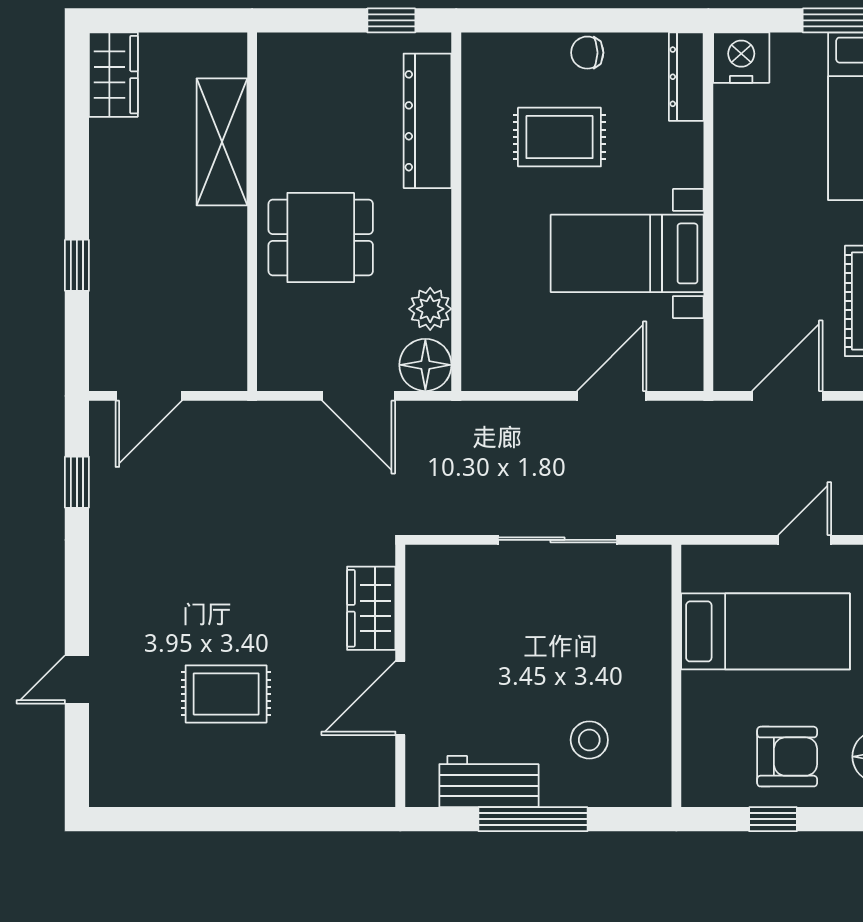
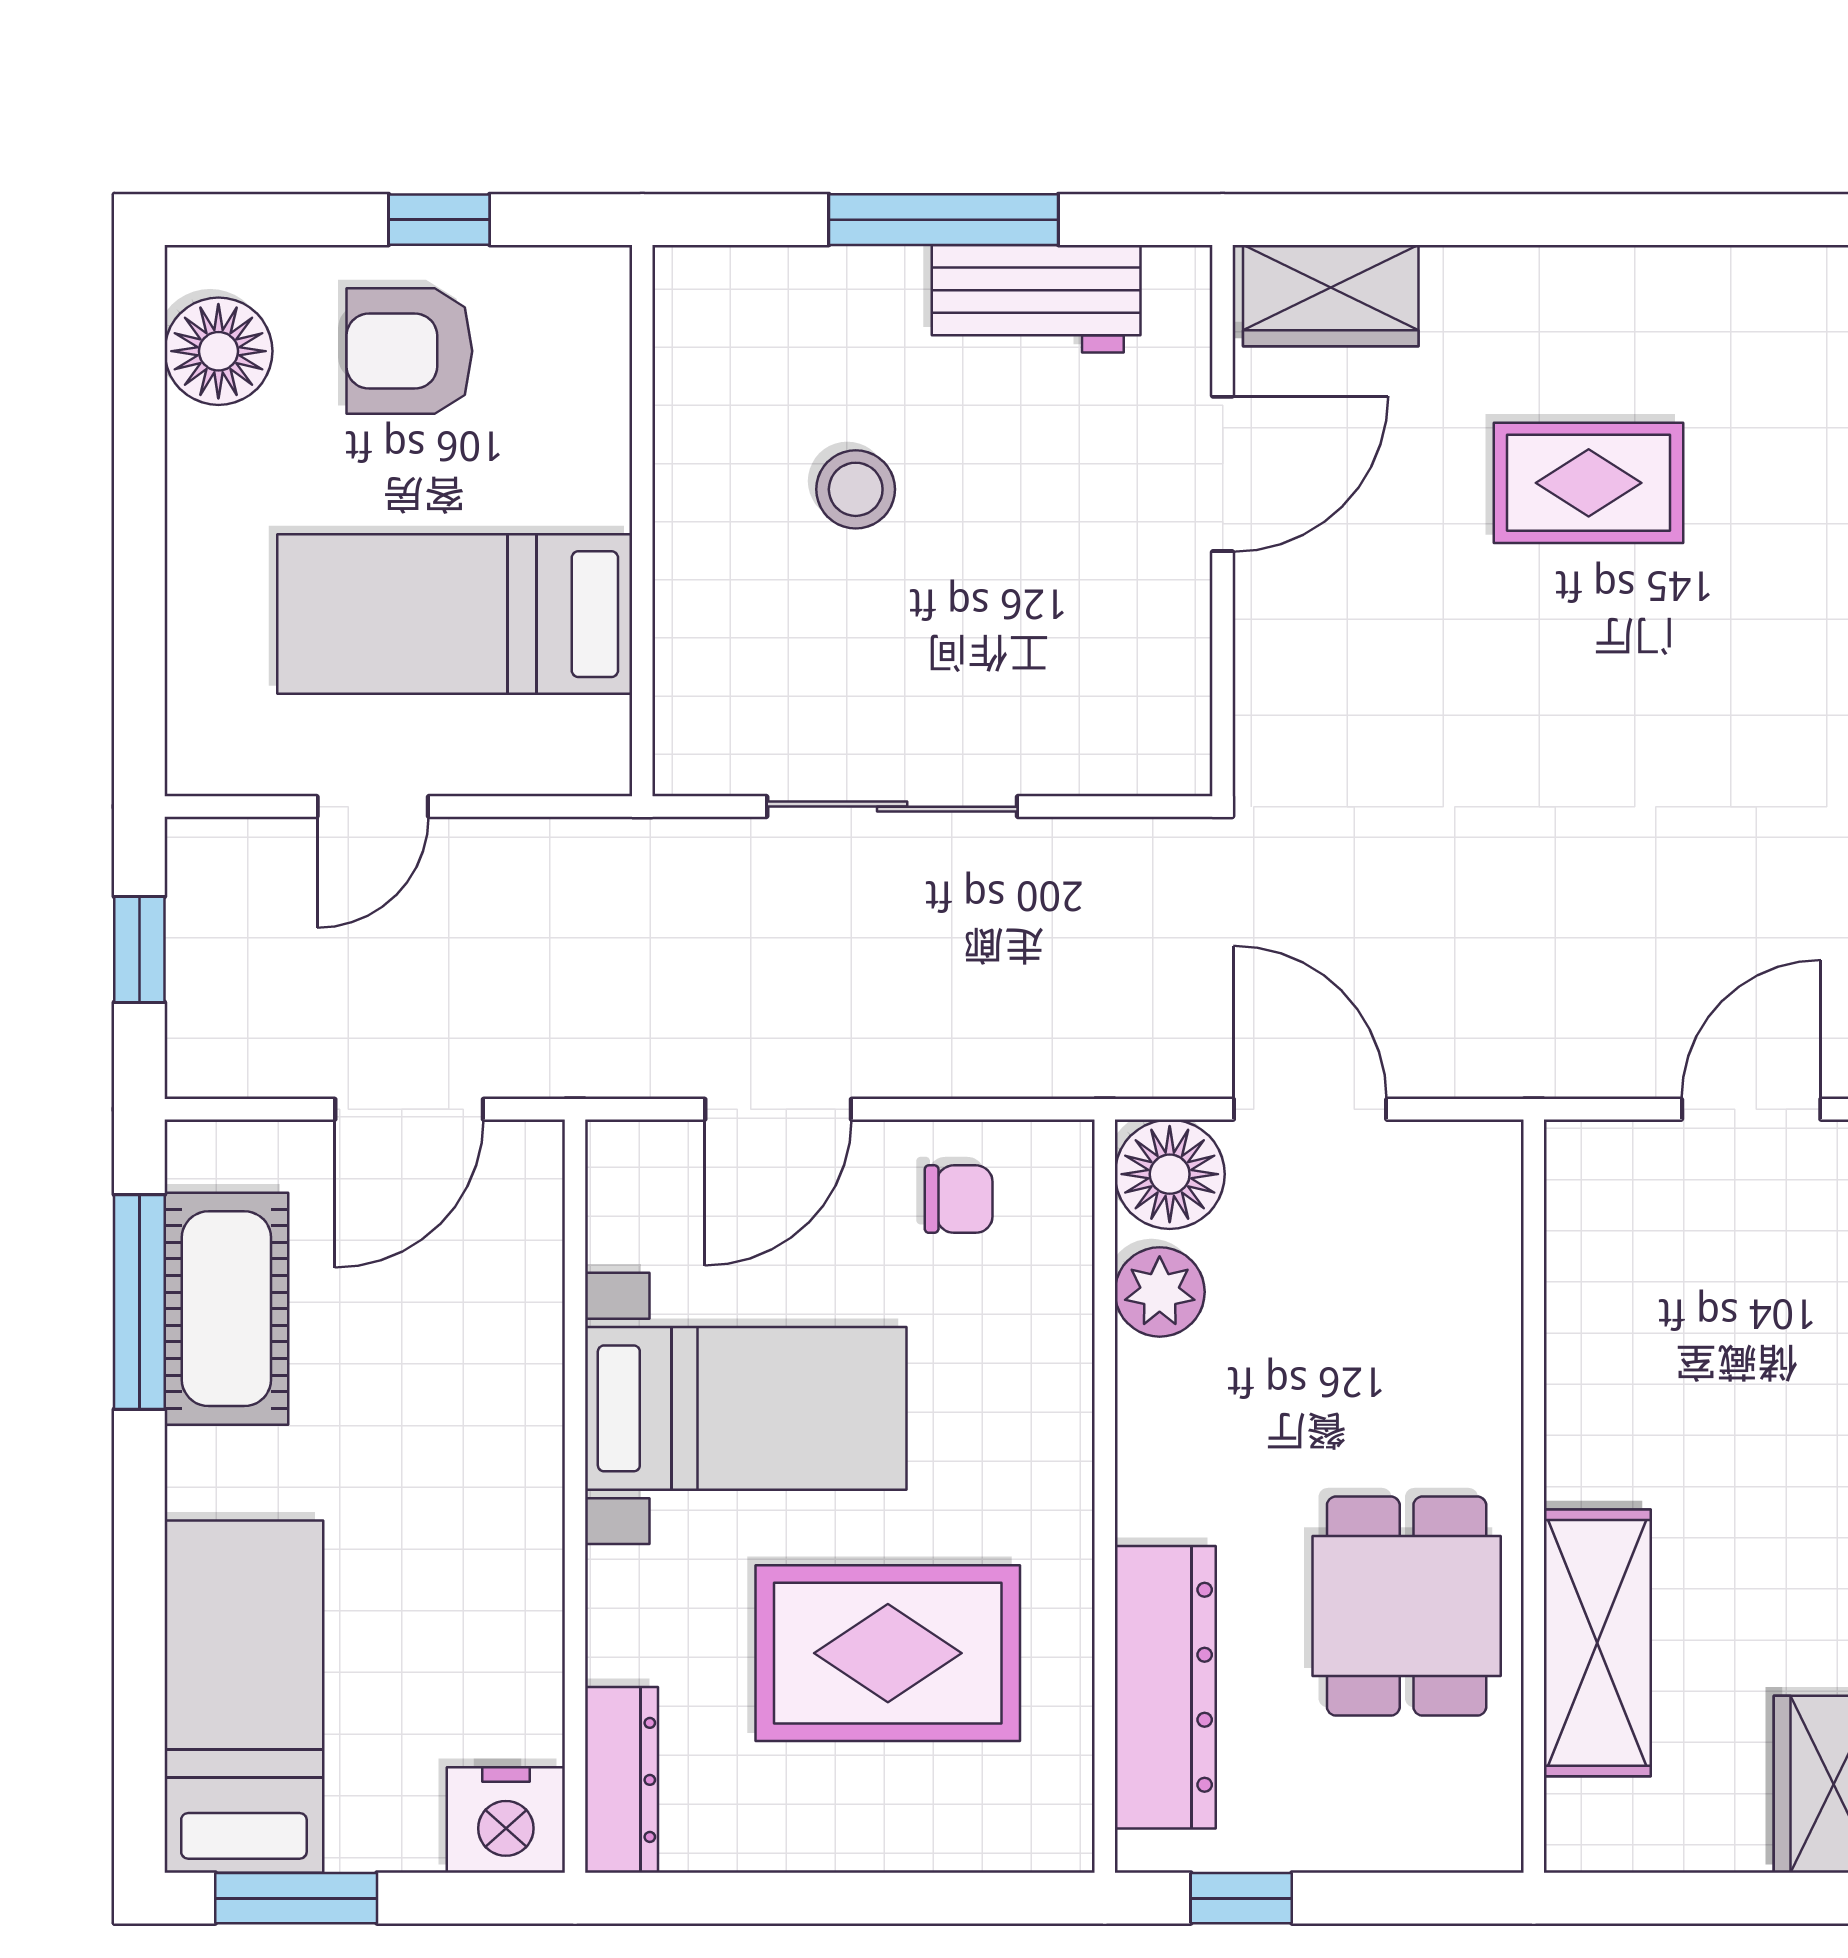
chair: (587, 53) -> (959, 1199), moved
rug: (559, 137) -> (888, 1653), width x1.36, depth x1.43
dining table: (321, 237) -> (1407, 1606), moved, turned 90
wardrobe: (371, 608) -> (1331, 296), moved, turned 90
stool: (589, 740) -> (856, 489), moved

